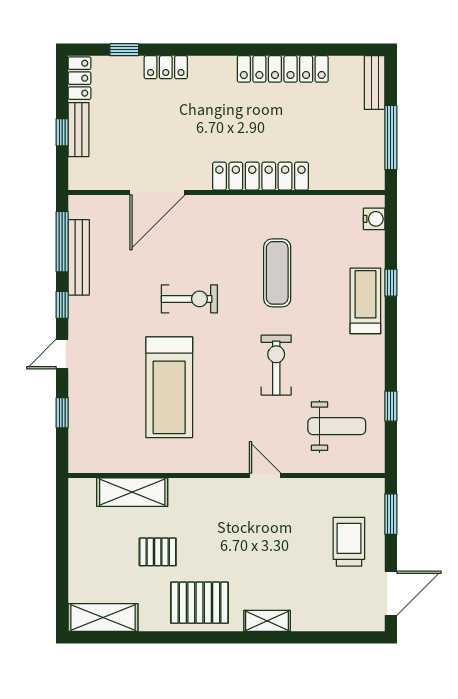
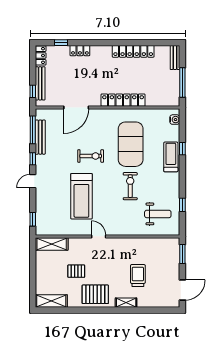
bench: (78, 130) -> (40, 83), width x1.36
window: (62, 132) -> (33, 91), moved
exercise mat: (277, 273) -> (131, 144), width x2.00, depth x1.45
window: (62, 413) -> (33, 219), moved
door: (265, 476) -> (99, 236), moved
shelving: (132, 492) -> (52, 244), moved
trolley: (349, 542) -> (138, 276), moved

